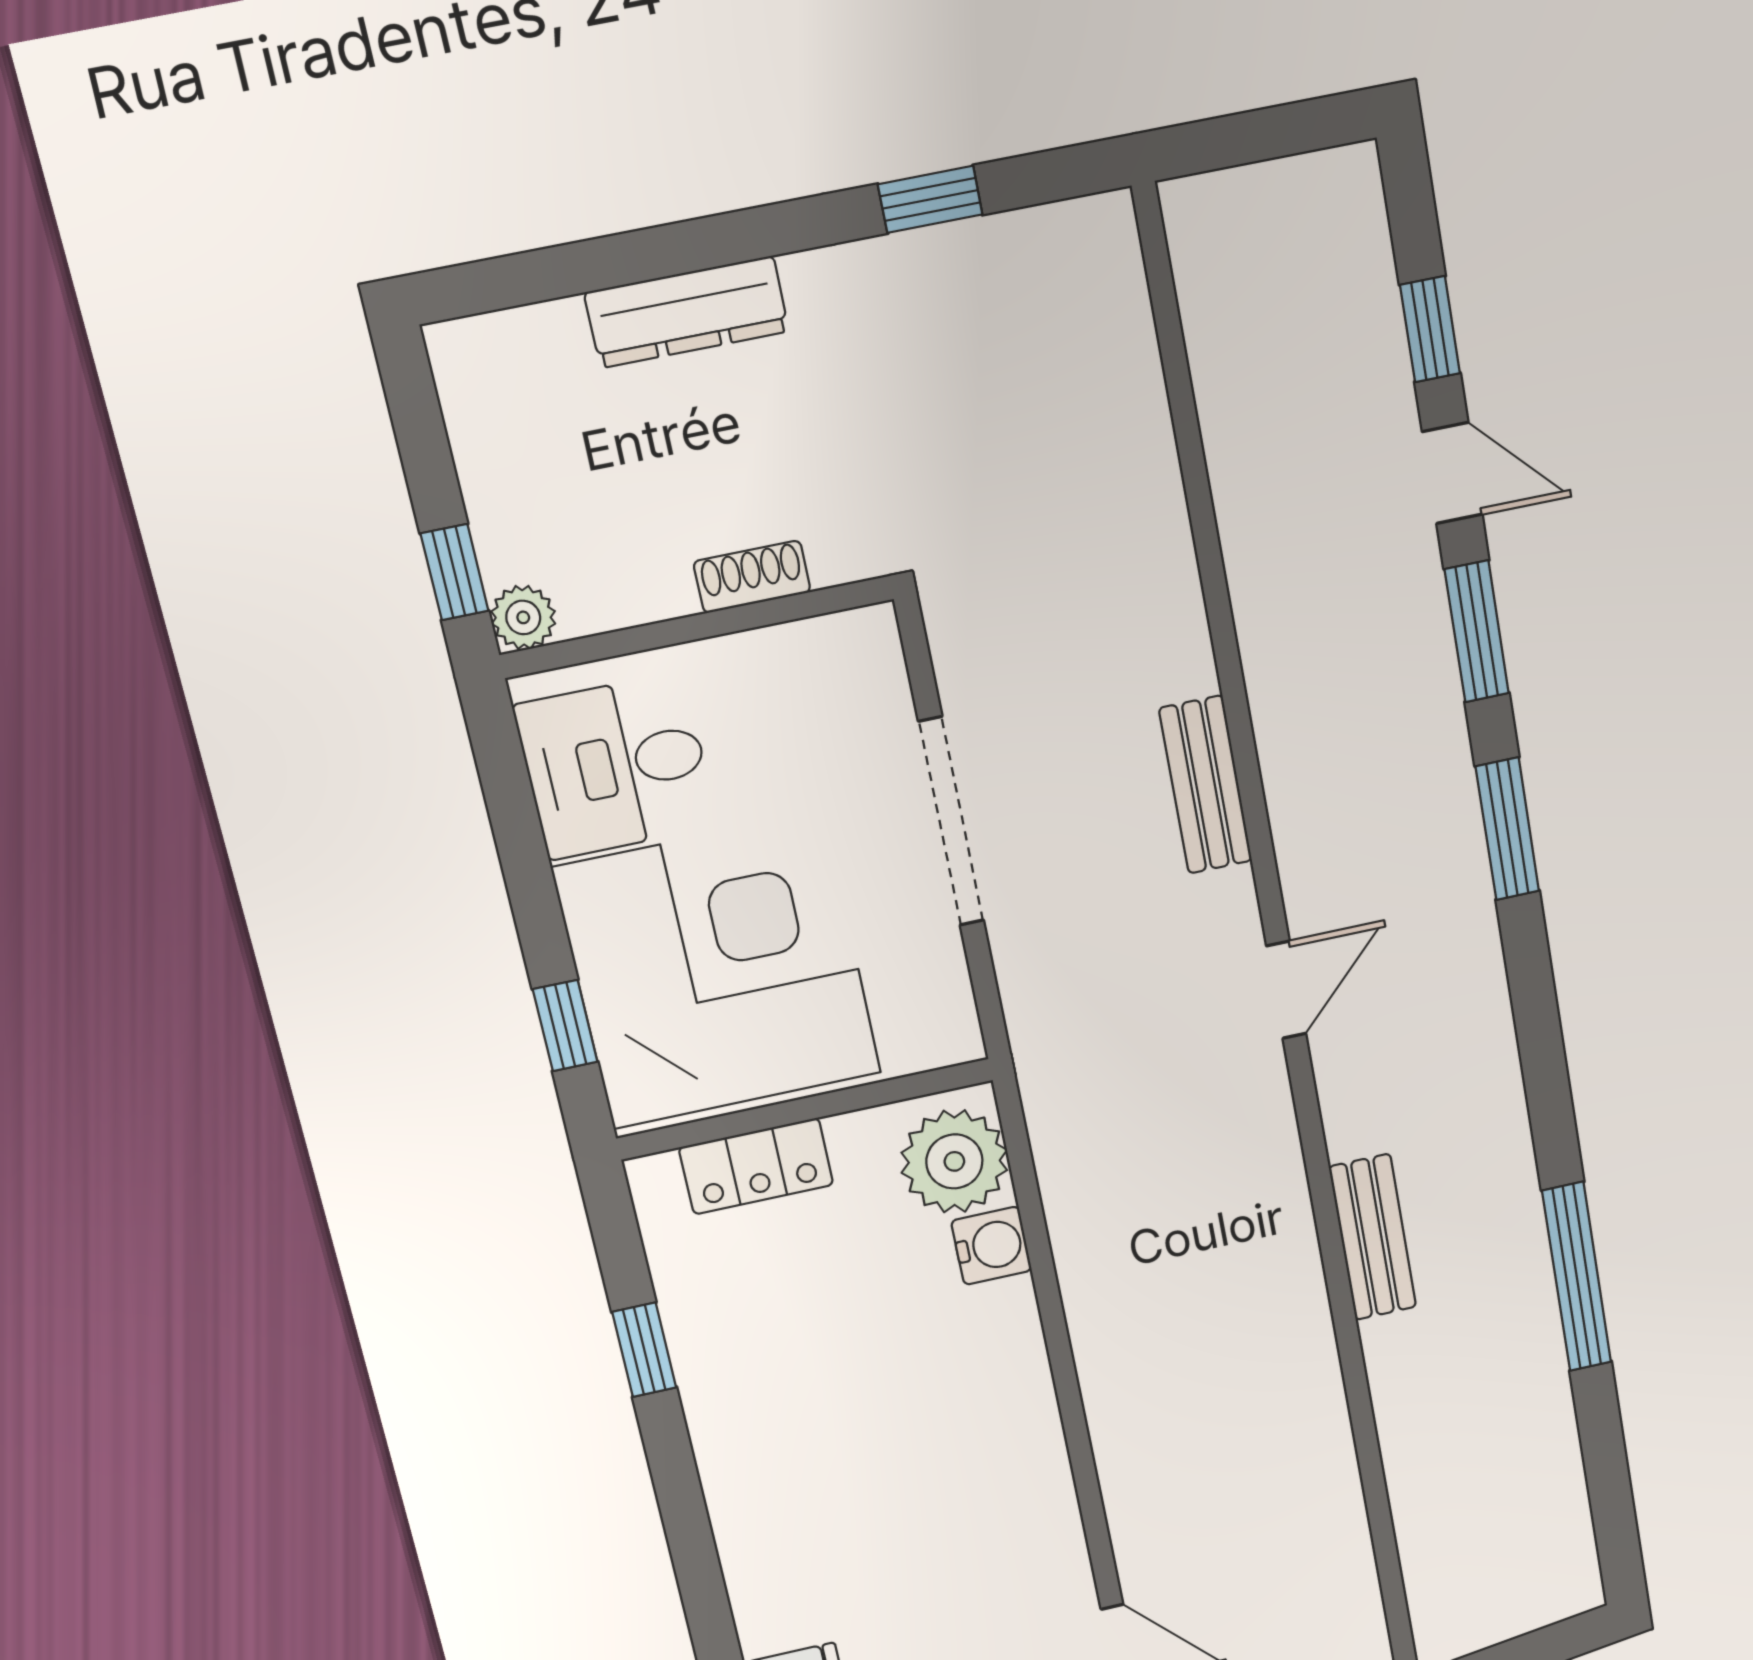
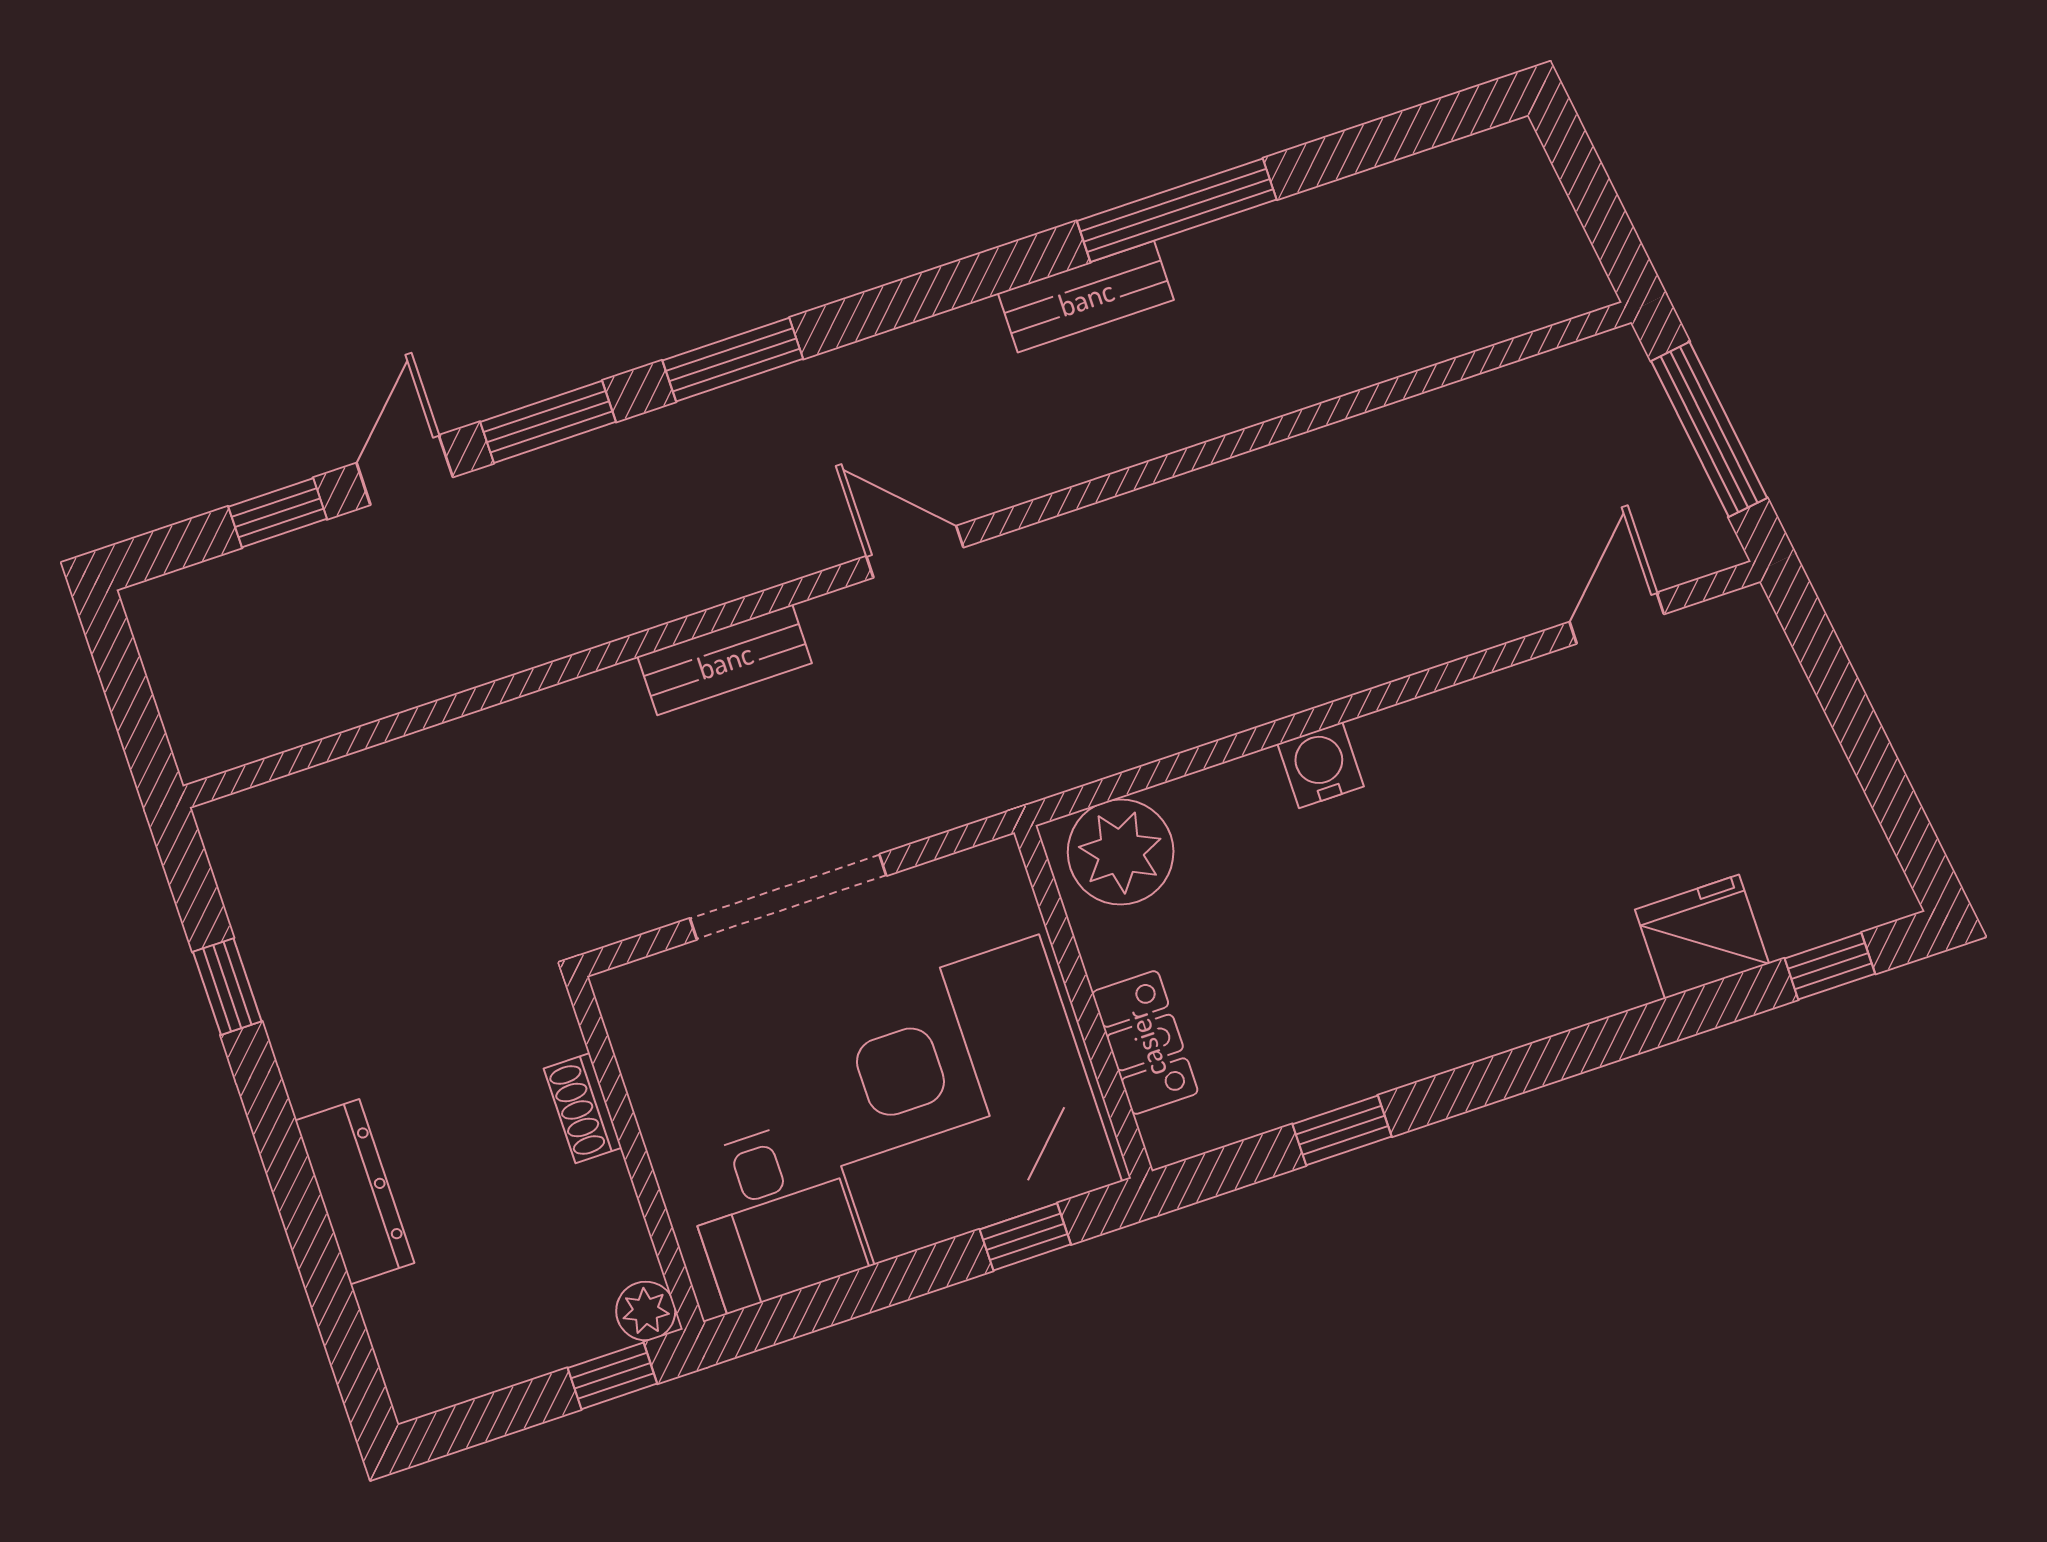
bench: (1373, 1237) -> (1086, 297), moved
water cooler: (991, 1246) -> (1321, 765), moved

